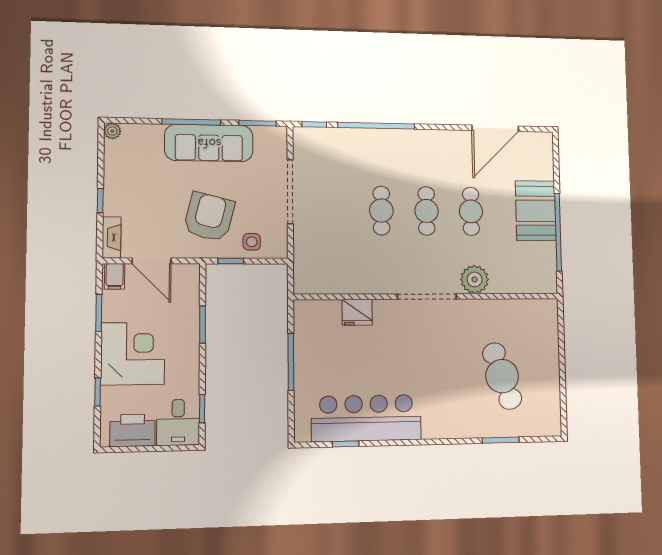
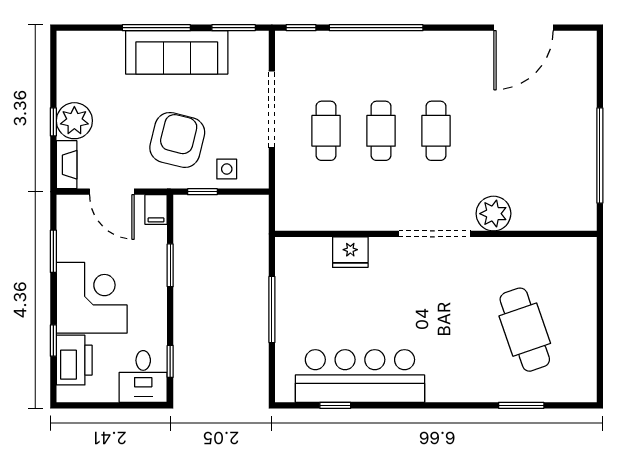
plant: (112, 131) -> (74, 121), moved, width x1.88, depth x1.88
cafe table: (471, 211) -> (326, 131), moved
booth: (536, 211) -> (572, 129), removed
filing cabinet: (115, 276) -> (156, 209), moved
printer: (132, 430) -> (74, 360), moved, turned 90

